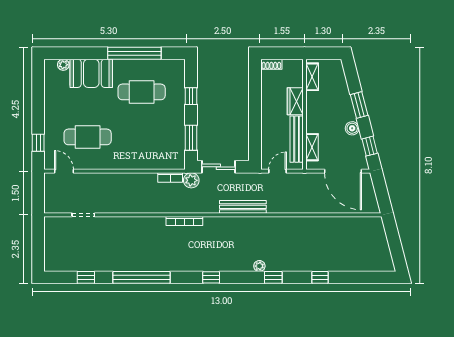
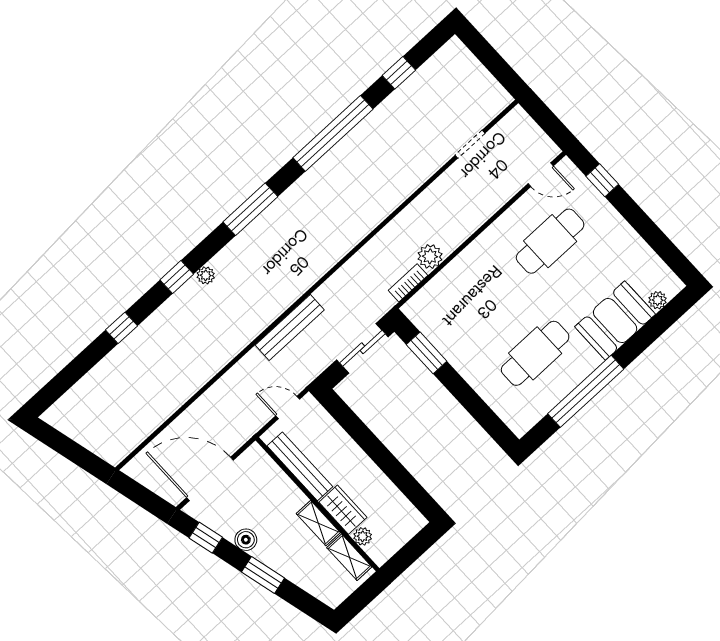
shoe rack: (271, 64) -> (411, 528), removed
plant: (297, 81) -> (363, 536), added
window: (191, 96) -> (472, 402), removed
shelving: (312, 147) -> (318, 523), moved
door: (278, 171) -> (288, 408), swing flipped
plant: (191, 180) -> (430, 256), moved
bookcase: (184, 221) -> (344, 247), removed
window: (211, 277) -> (250, 209), width x2.17

